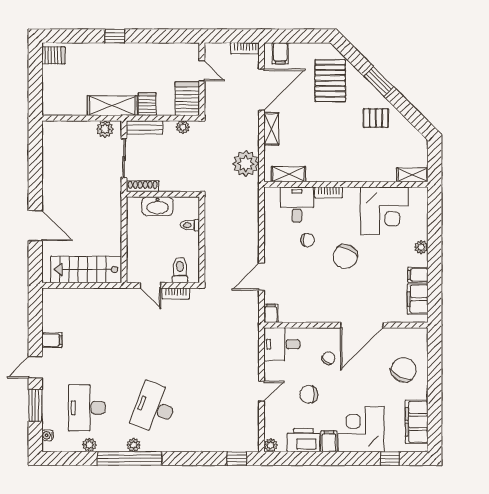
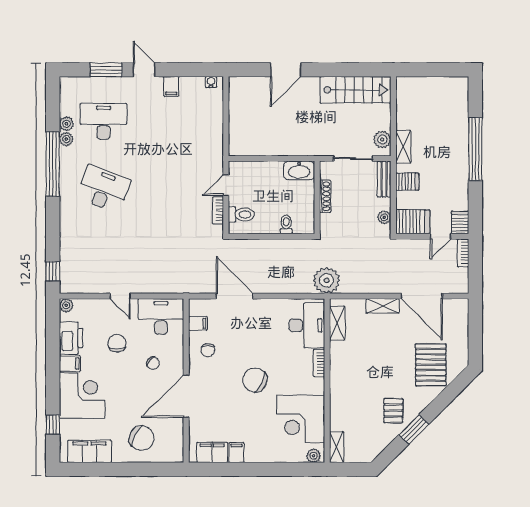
window: (115, 36) -> (475, 149), width x3.17
bookcase: (245, 48) -> (463, 253), moved
filing cabinet: (280, 53) -> (458, 315), removed
server rack: (53, 55) -> (460, 222), moved, turned 180
pallet: (330, 81) -> (431, 365), turned 90
window: (379, 81) -> (414, 429), moved
shelving: (112, 106) -> (403, 147), width x0.67, depth x0.75
plant: (246, 164) -> (327, 280), moved
shoe rack: (143, 186) -> (325, 196), moved
desk: (297, 205) -> (307, 325), width x1.37
washbasin: (157, 206) -> (299, 171), moved, turned -90
chair: (308, 240) -> (208, 350), moved
plant: (421, 247) -> (314, 456), moved
stairs: (86, 270) -> (355, 90), moved, turned 90
door: (261, 277) -> (235, 296), width x1.36
filing cabinet: (271, 313) -> (198, 323), moved
door: (362, 325) -> (186, 396), hinge flipped
desk: (282, 344) -> (161, 316), width x1.37
water cooler: (48, 435) -> (211, 82), moved
plant: (134, 445) -> (66, 139), moved

